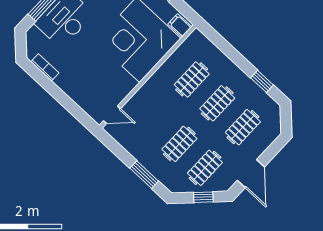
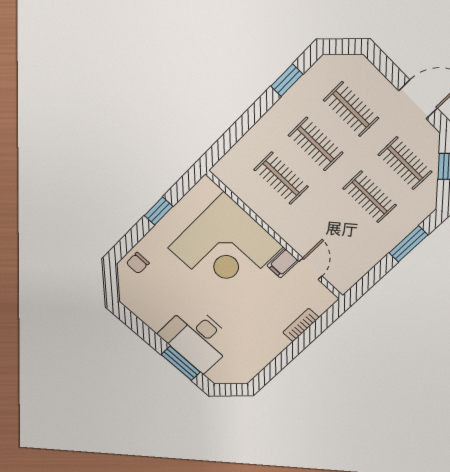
filing cabinet: (180, 25) -> (283, 263), moved
bookcase: (45, 67) -> (301, 325), moved
door: (112, 115) -> (311, 269), moved

